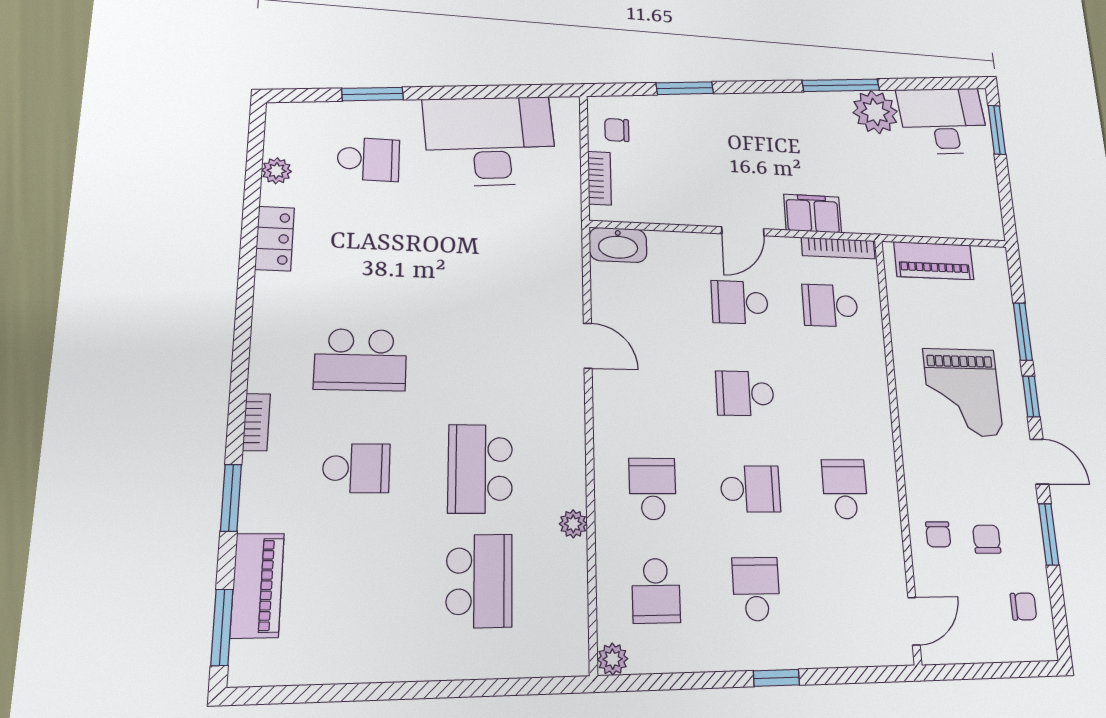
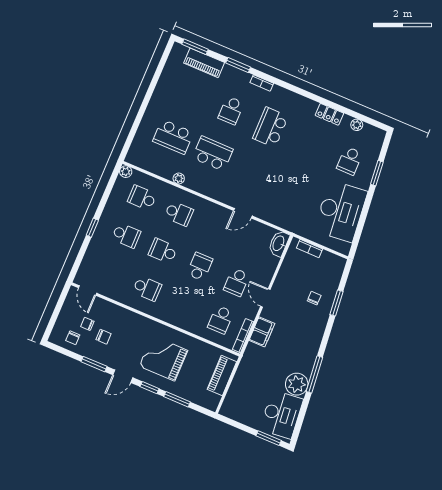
chair: (617, 130) -> (314, 298), moved
school desk: (740, 302) -> (237, 282), turned 180
school desk: (830, 306) -> (221, 320), turned 180
school desk: (750, 489) -> (163, 251), turned 90
chair: (938, 534) -> (87, 324), moved

